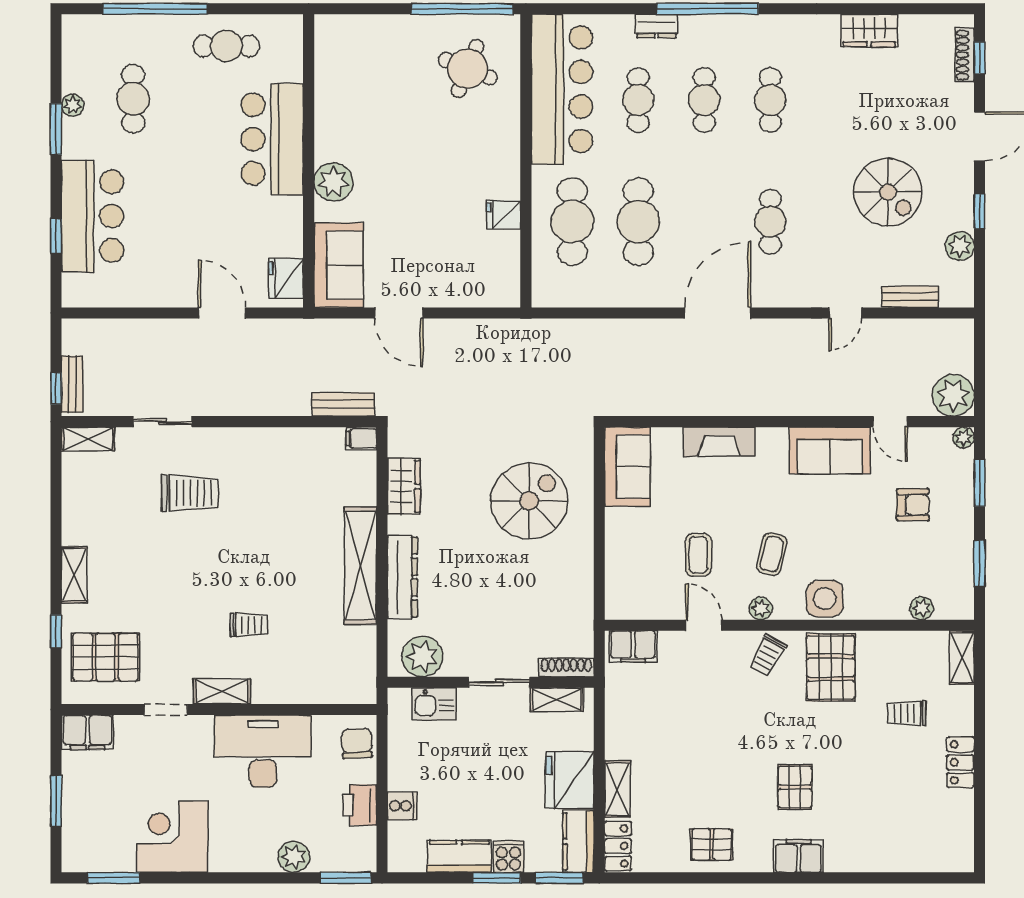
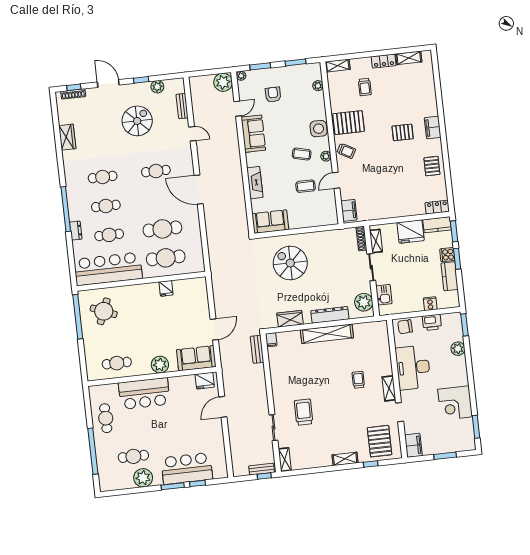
cafe table: (348, 85) -> (117, 363), added
plant: (73, 105) -> (143, 478), width x1.88, depth x1.88
window: (56, 129) -> (173, 486), moved
shelving: (617, 789) -> (409, 58), moved

